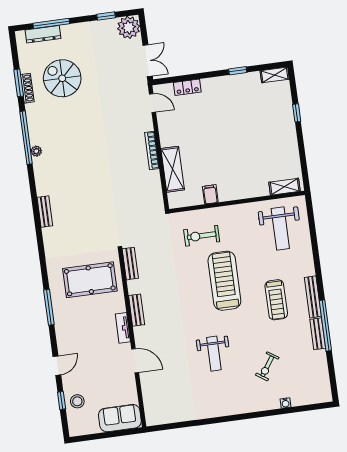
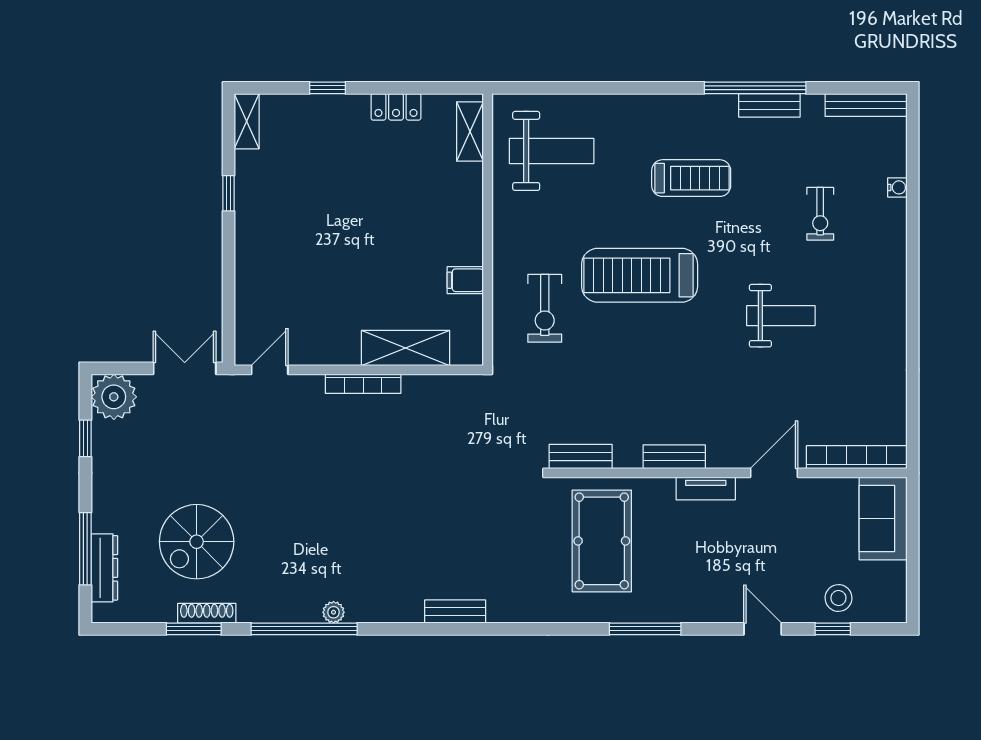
locker: (187, 87) -> (396, 107), moved, turned 90
bench: (313, 297) -> (866, 105), moved
exercise bike: (267, 366) -> (820, 214), turned 56
bookcase: (149, 401) -> (857, 457), added

